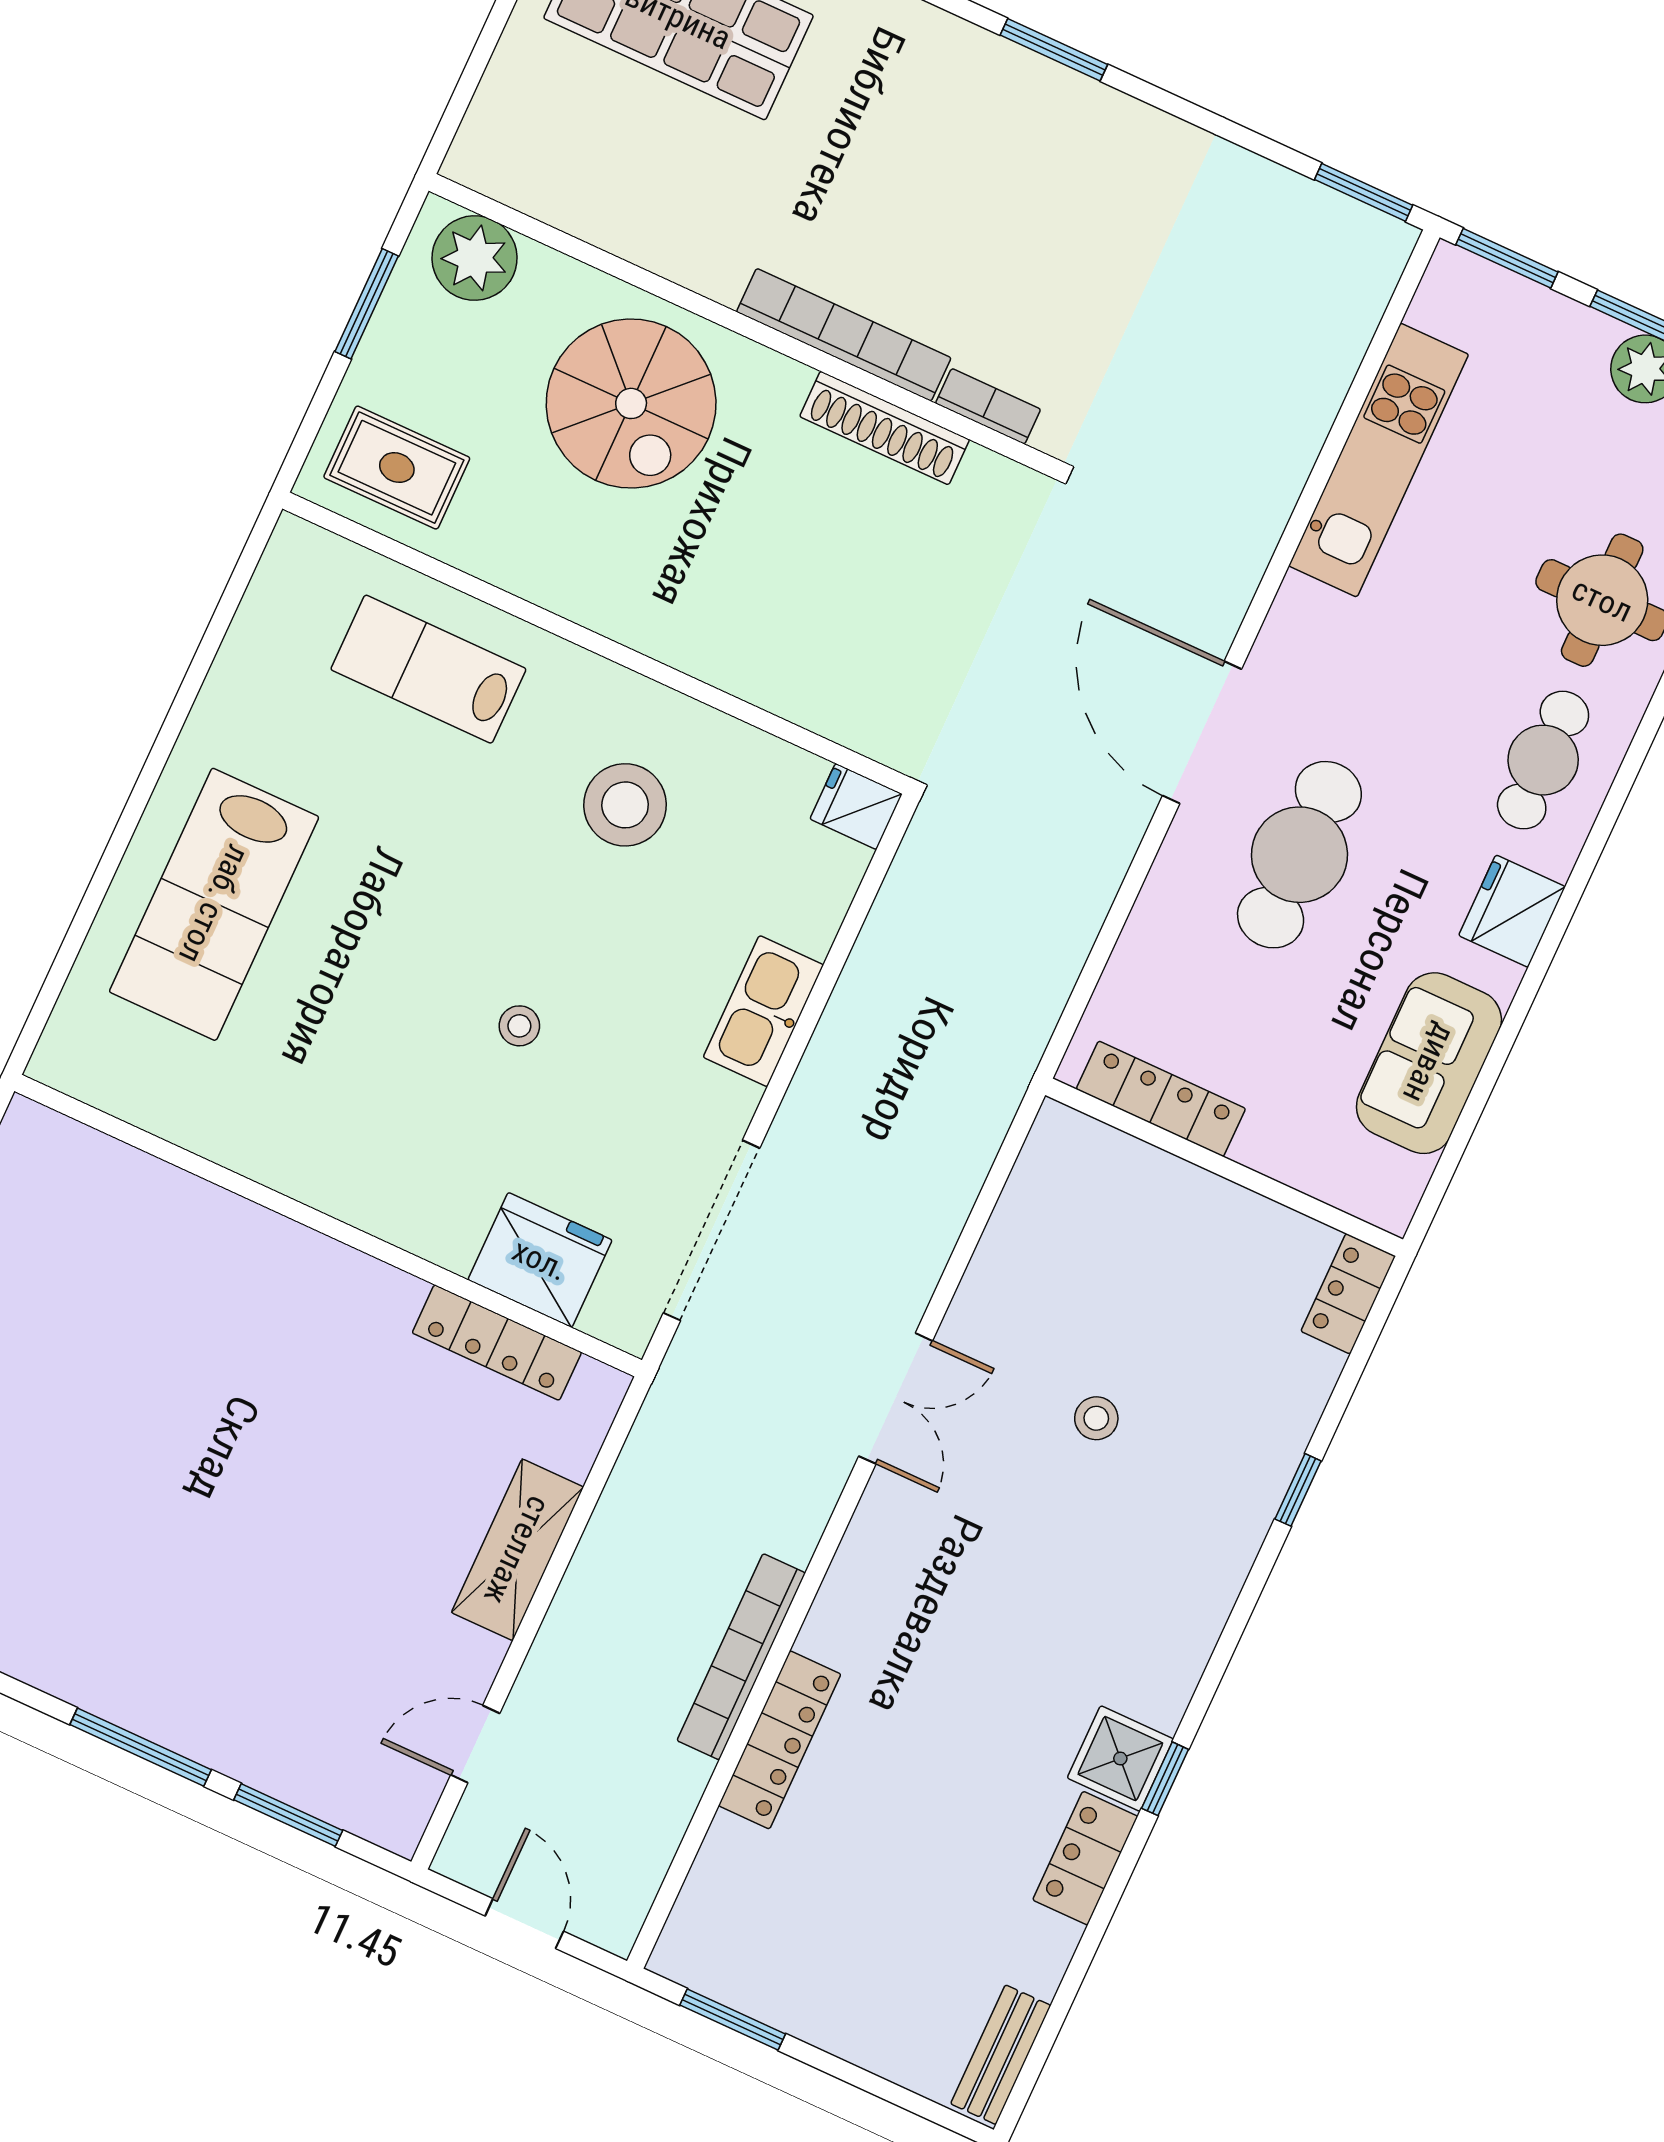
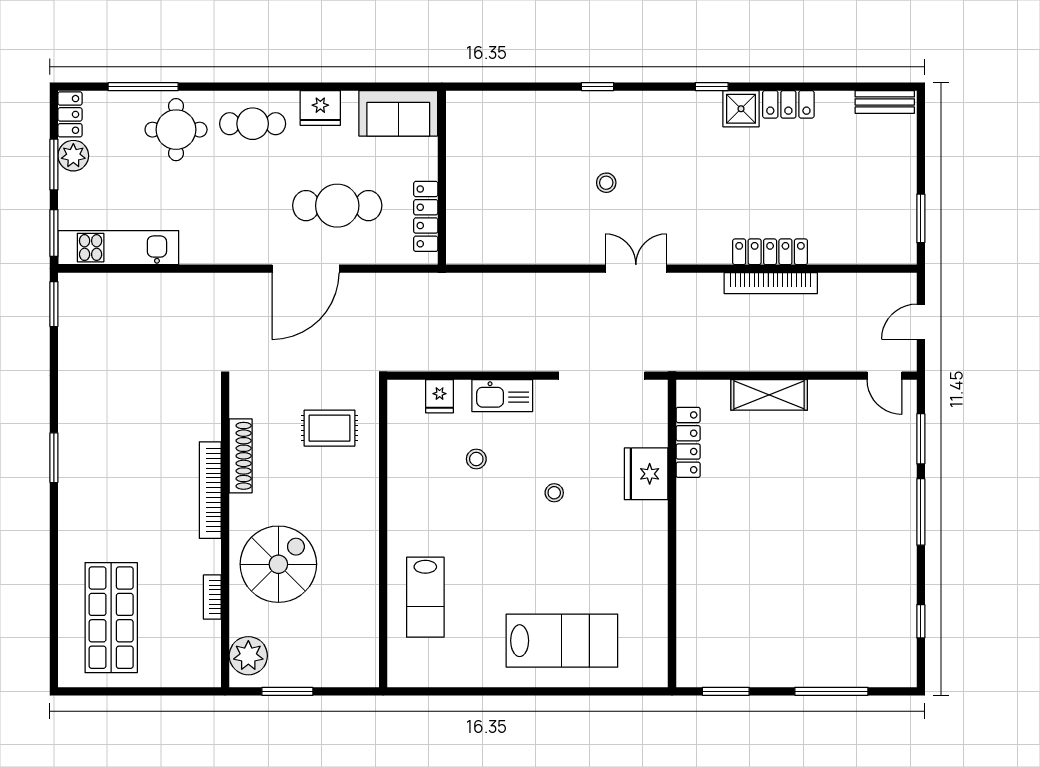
bookcase: (988, 406) -> (212, 597), moved
kitchen unit: (1379, 460) -> (118, 248), moved
rug: (397, 468) -> (329, 428), moved, turned 90
stool: (625, 805) -> (476, 459), moved, width x0.53, depth x0.53
fridge: (856, 807) -> (440, 396), moved
locker: (1161, 1099) -> (426, 216), moved
wall: (1224, 1167) -> (442, 178), moved
fridge: (540, 1260) -> (646, 474), moved
locker: (1348, 1294) -> (508, 103), removed
locker: (780, 1740) -> (770, 252), moved
door: (475, 1744) -> (884, 376), moved
window: (1165, 1779) -> (712, 87), moved

